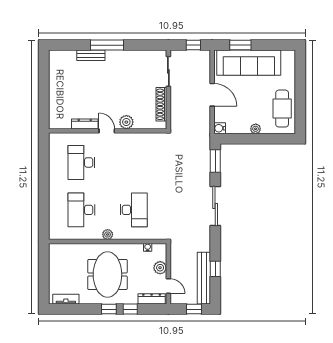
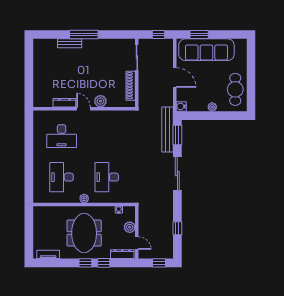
desk: (81, 162) -> (62, 136), turned -90
desk: (134, 210) -> (107, 177), turned 180
bench: (204, 278) -> (167, 129), moved

